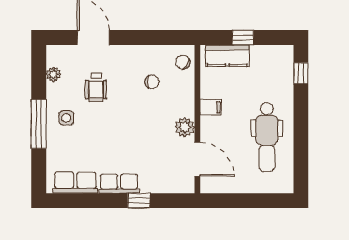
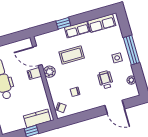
filing cabinet: (211, 107) -> (34, 74), moved
coffee table: (140, 144) -> (72, 55), added

